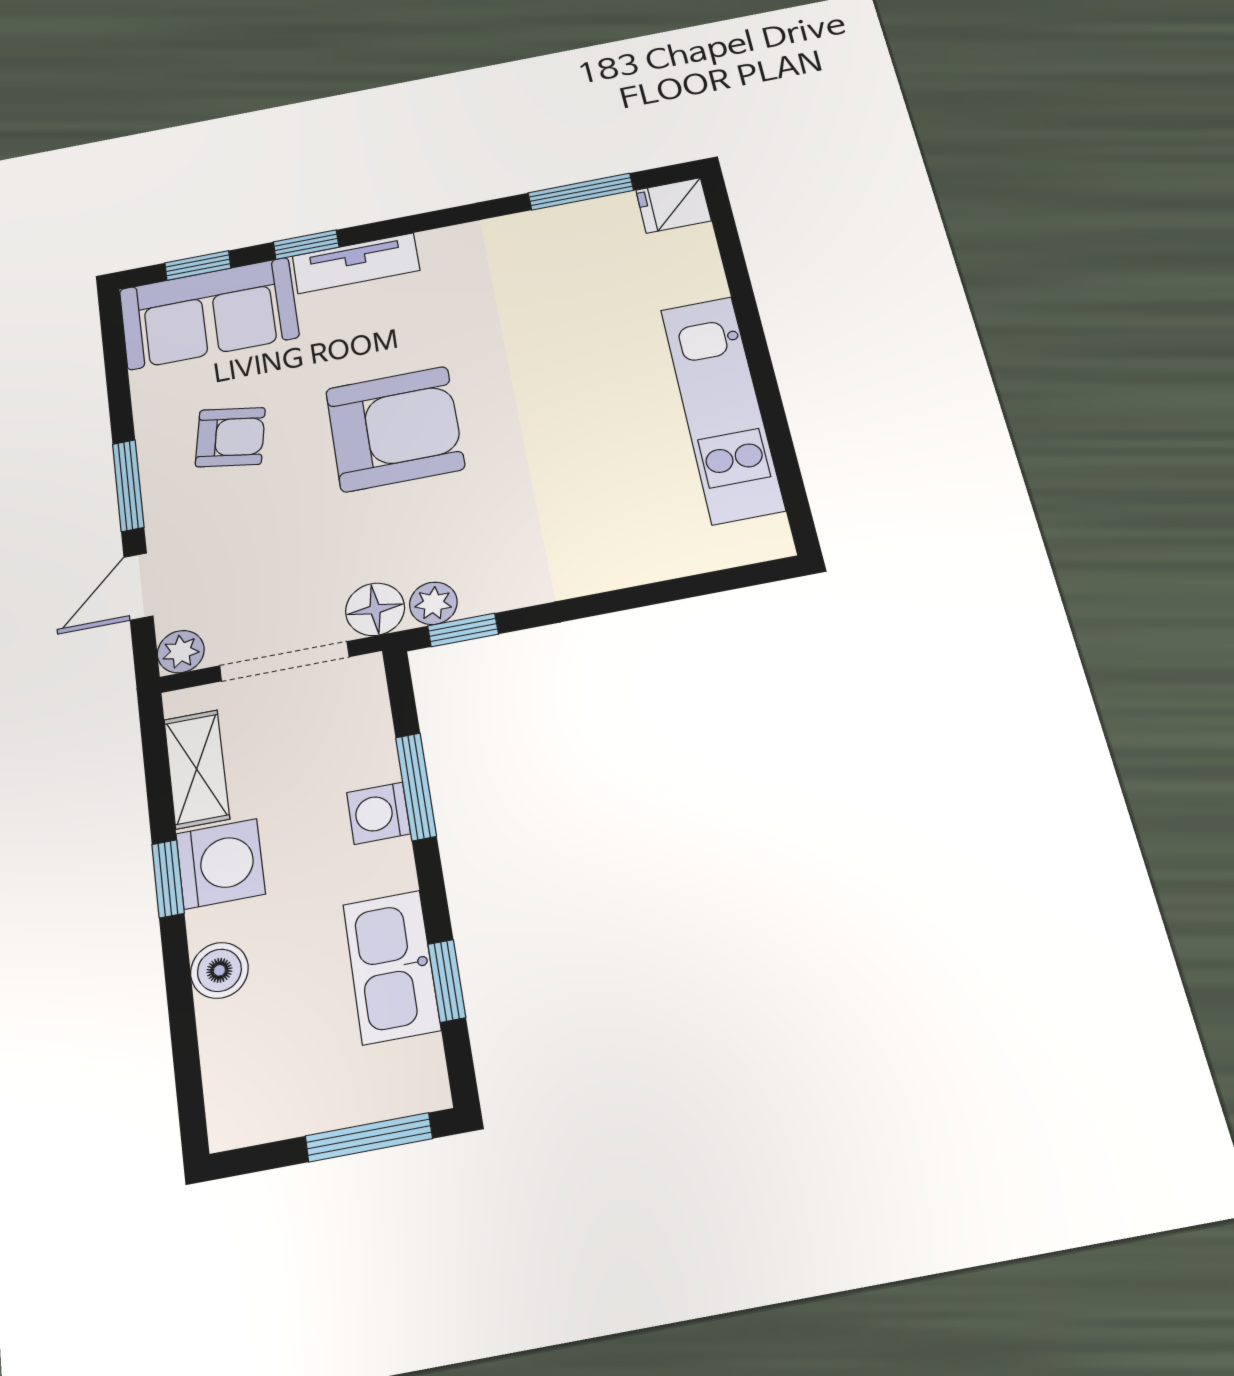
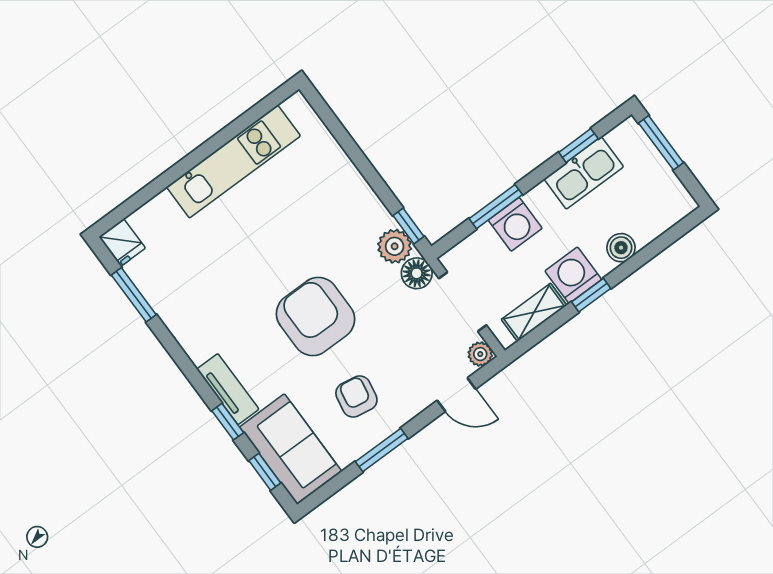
window: (128, 485) -> (382, 450), moved
plant: (433, 603) -> (395, 246), width x1.38, depth x1.38
washing machine: (378, 813) -> (515, 224), width x1.38, depth x1.38

